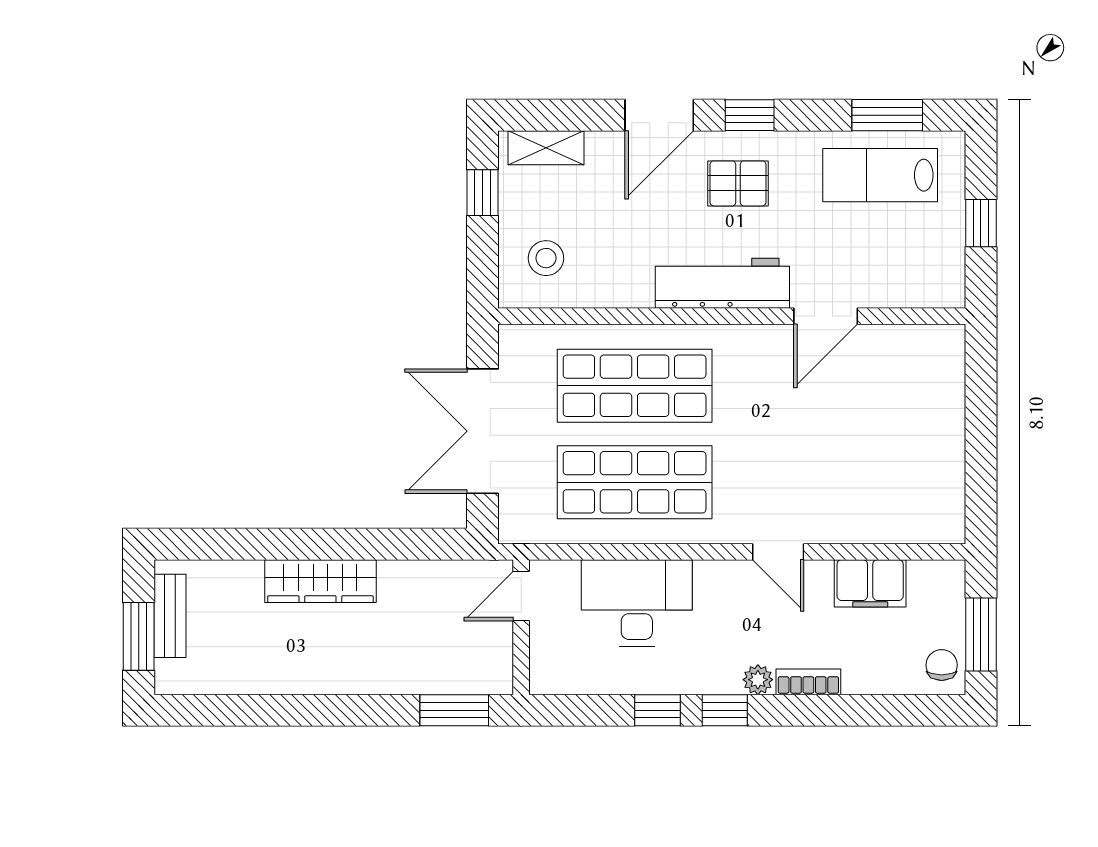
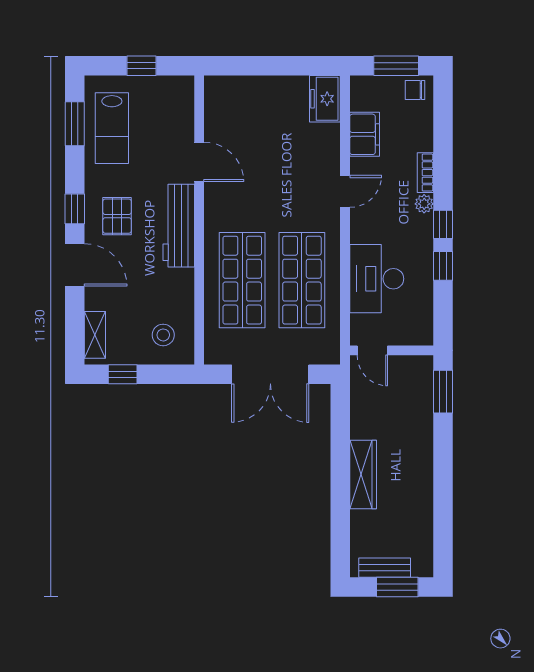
freezer: (928, 519) -> (325, 99), added

